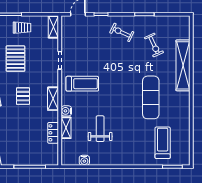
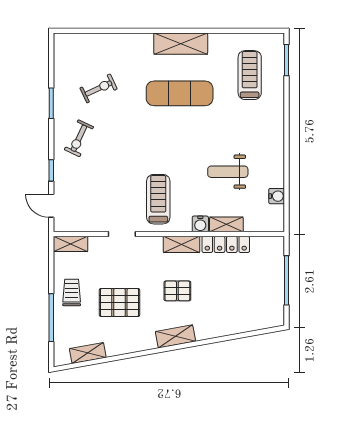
shelving: (183, 65) -> (181, 44), moved, width x0.68
locker: (53, 133) -> (226, 244), width x1.53
treadmill: (163, 143) -> (250, 75), turned 90

